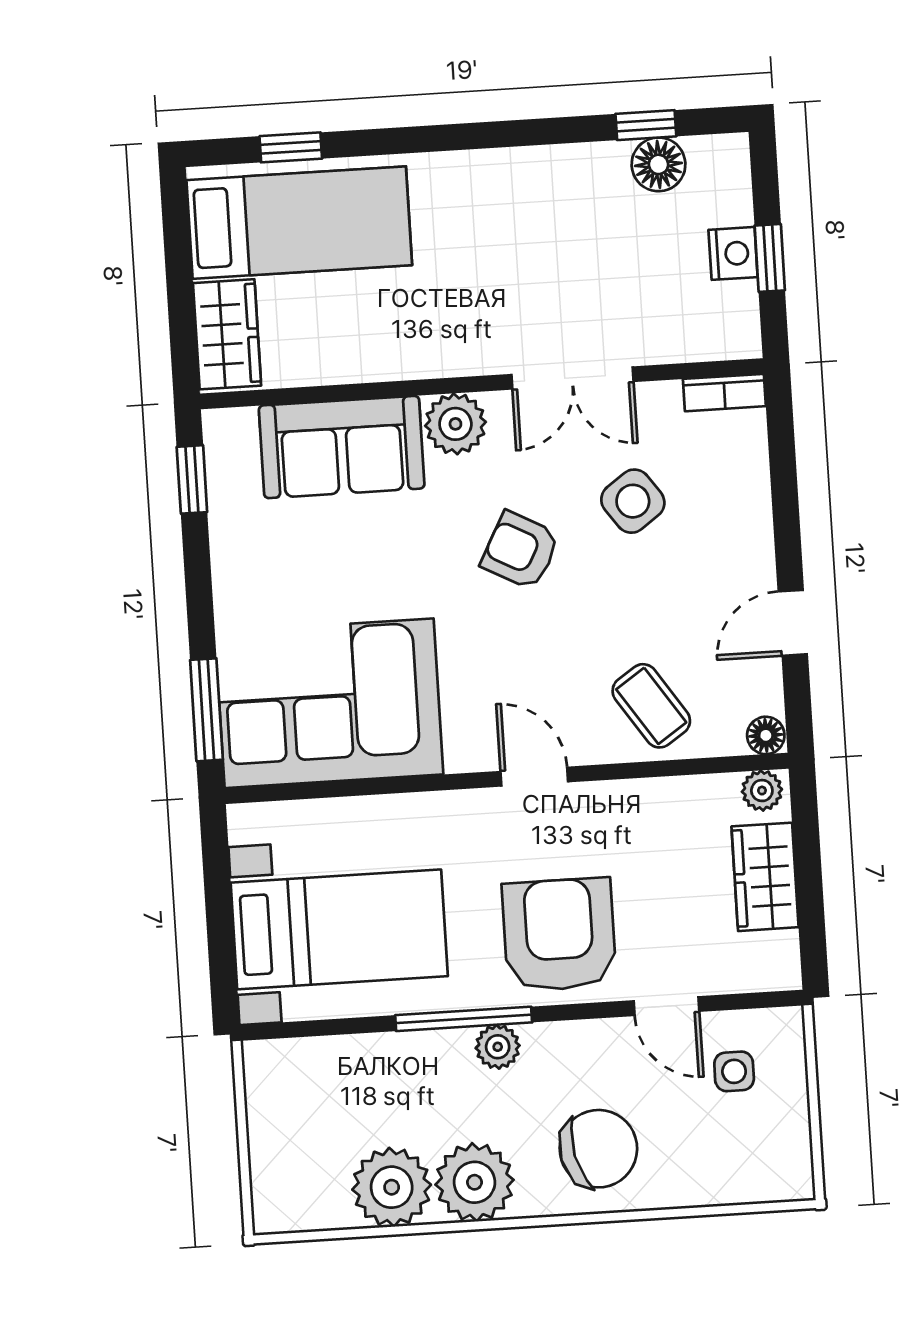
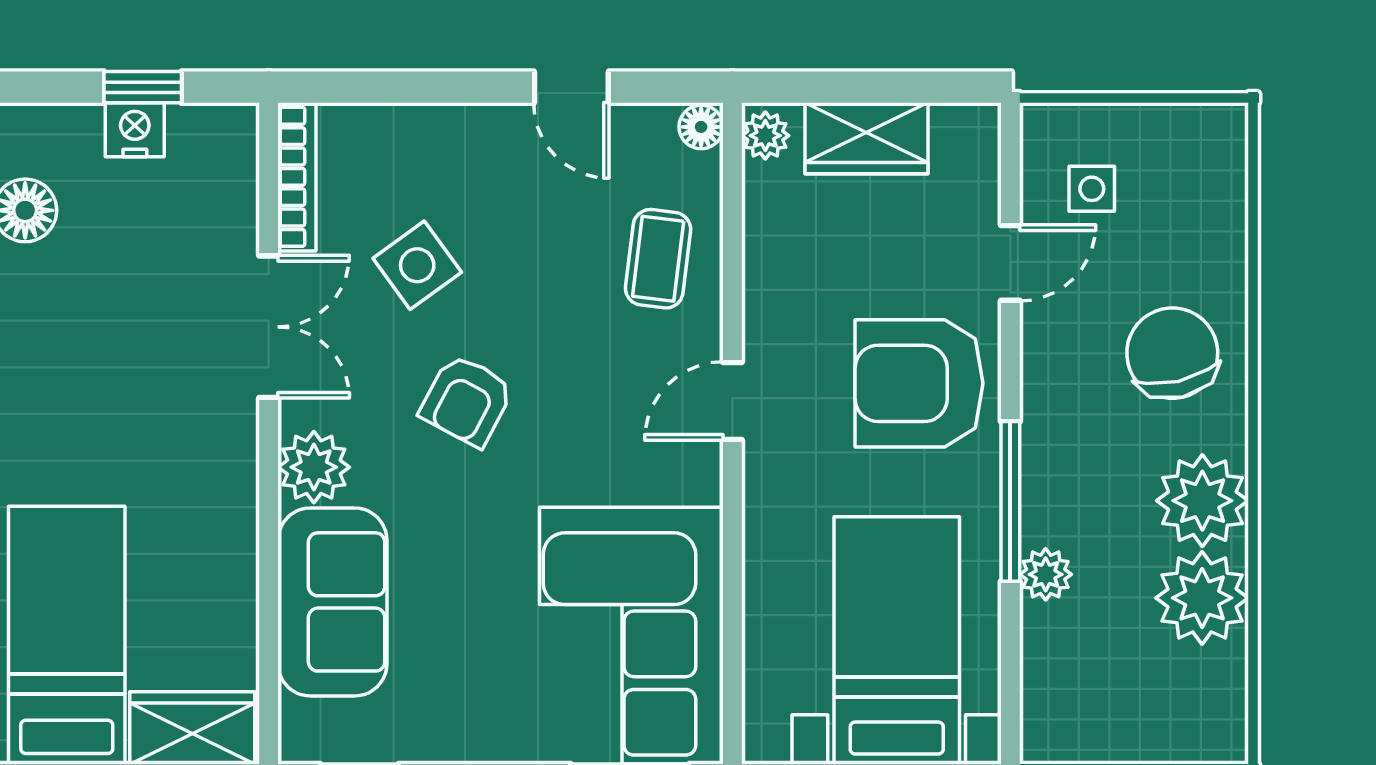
bookcase: (724, 393) -> (297, 177), width x1.56
coffee table: (651, 706) -> (658, 259), turned -49
plant: (498, 1047) -> (1046, 574), moved

